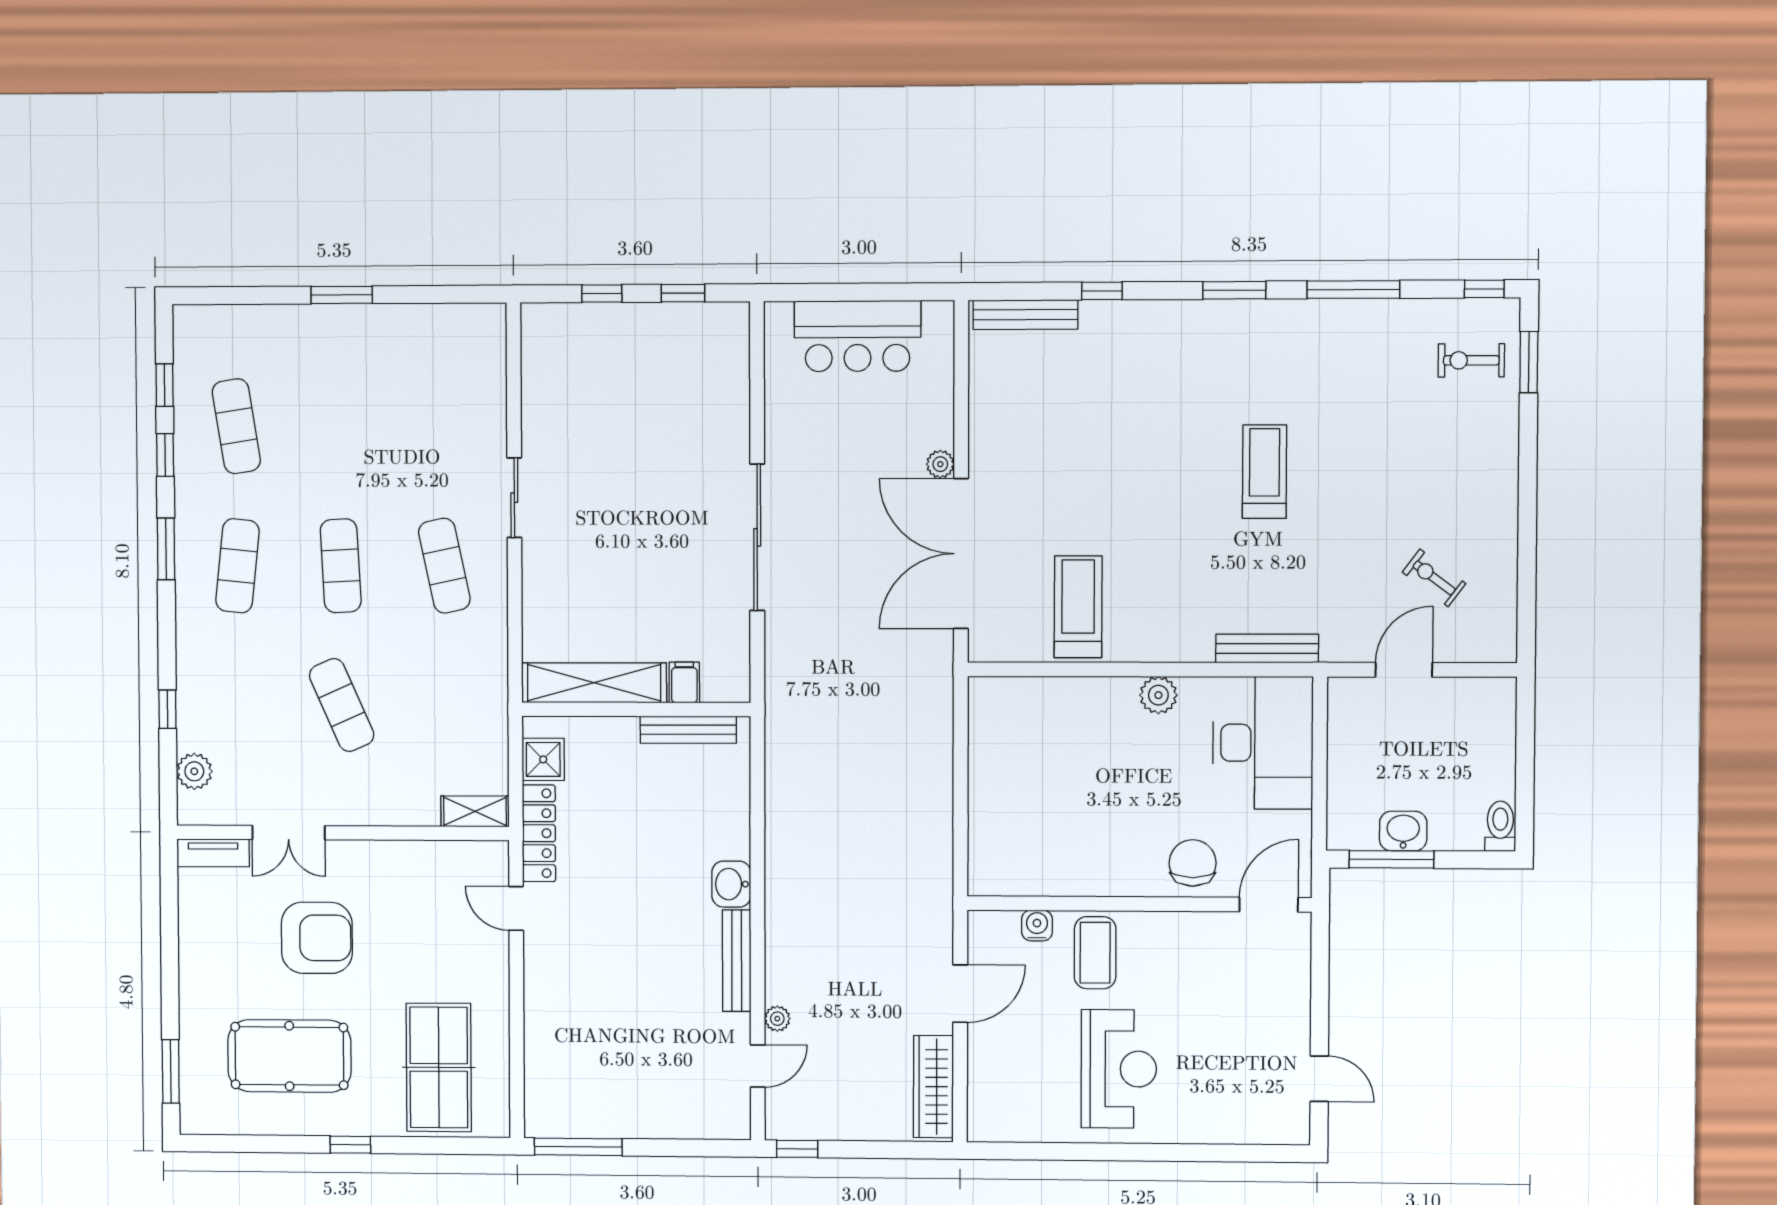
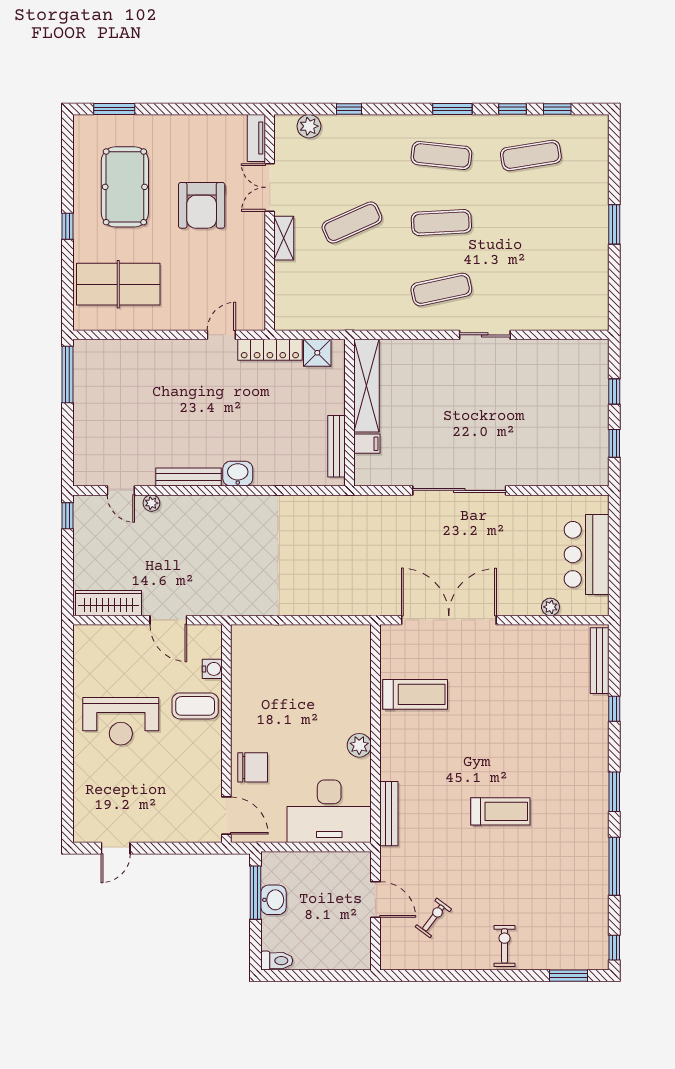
exercise bike: (1471, 360) -> (504, 946), moved
plant: (940, 464) -> (550, 607), moved
shelving: (475, 811) -> (284, 238), moved

